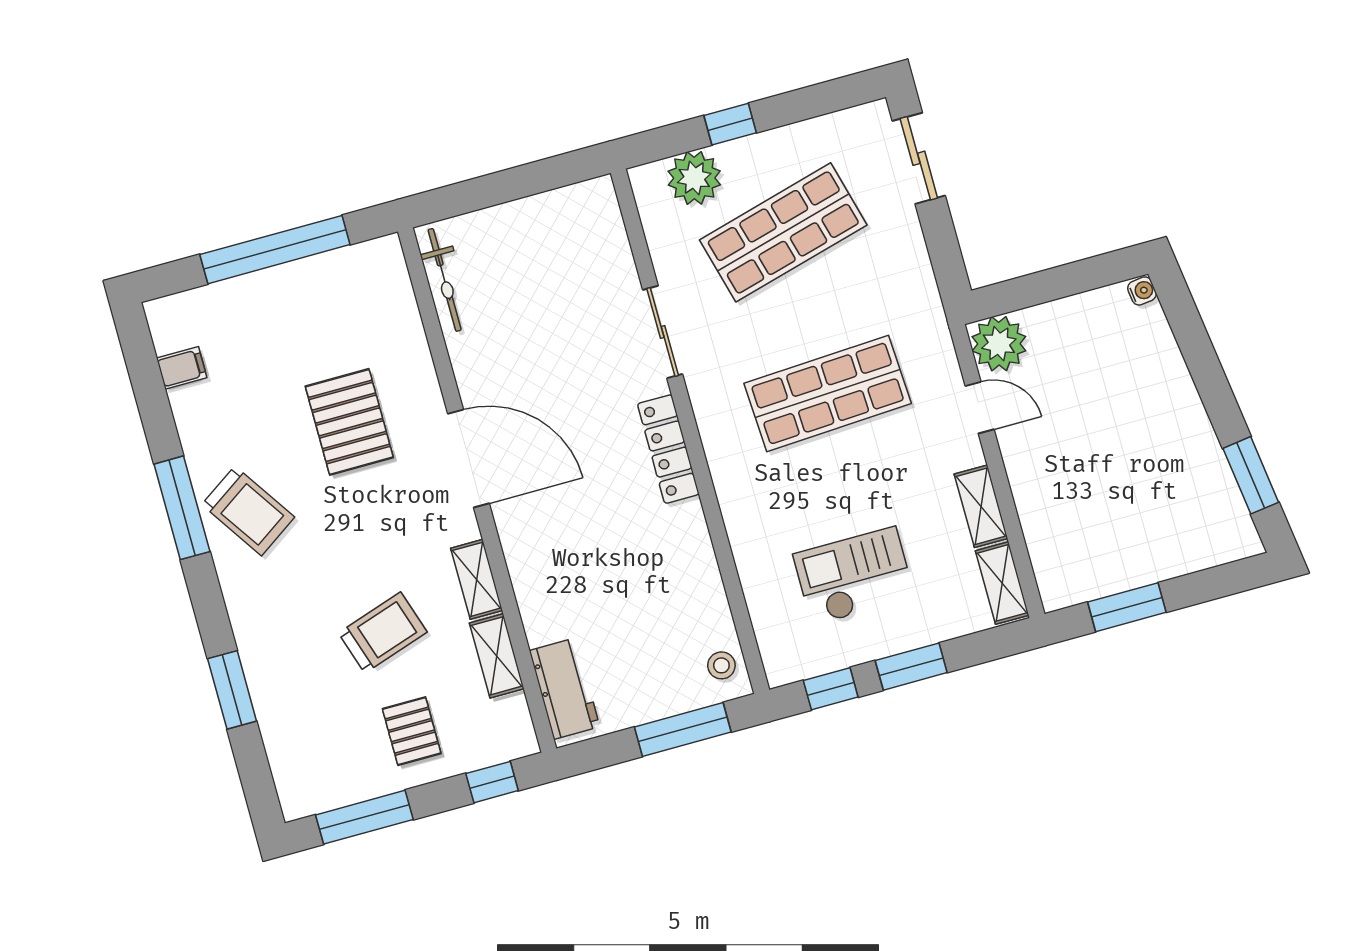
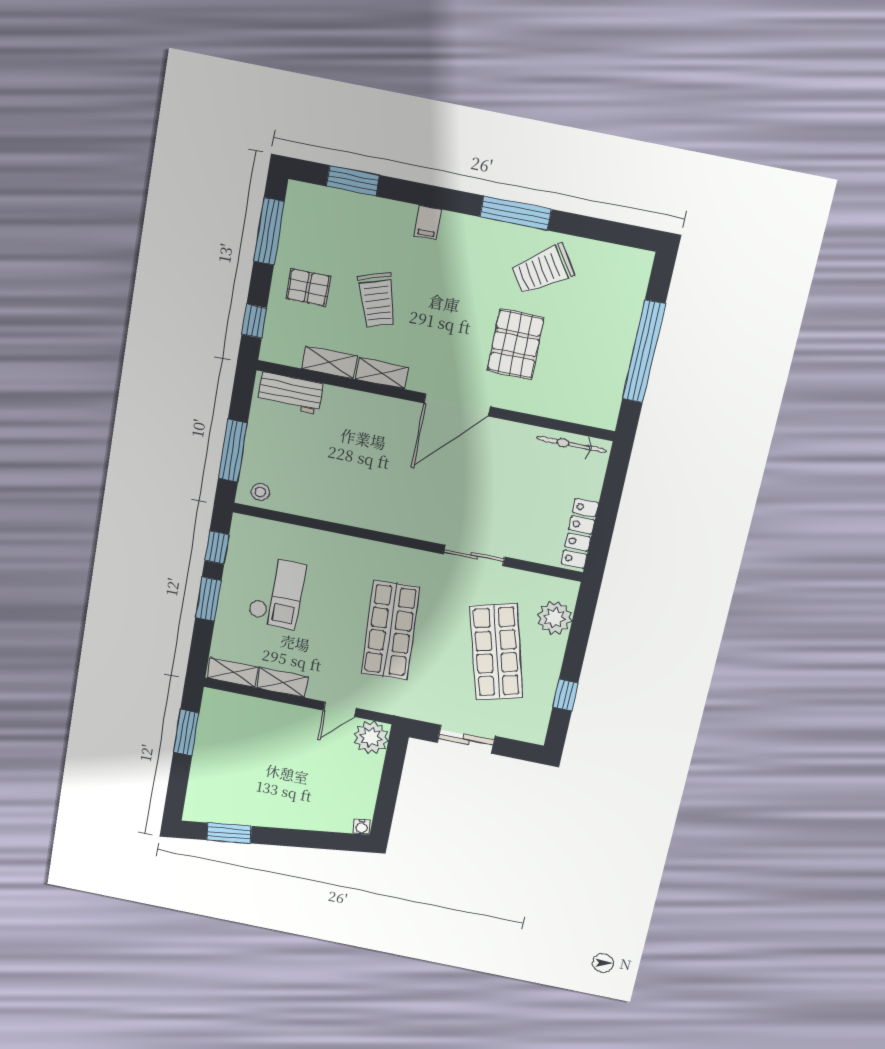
window: (730, 124) -> (565, 695), moved
sliding door: (919, 158) -> (466, 739), moved
filing cabinet: (182, 368) -> (428, 222), moved
pallet: (349, 422) -> (516, 344), turned 90
locker: (668, 449) -> (580, 533), moved, turned -90
trolley: (248, 511) -> (543, 270), moved
window: (232, 690) -> (353, 181), moved

